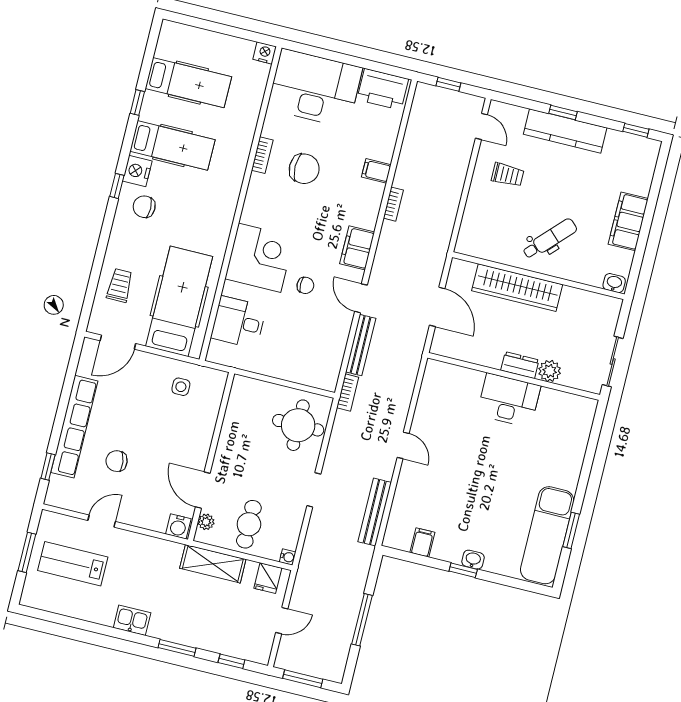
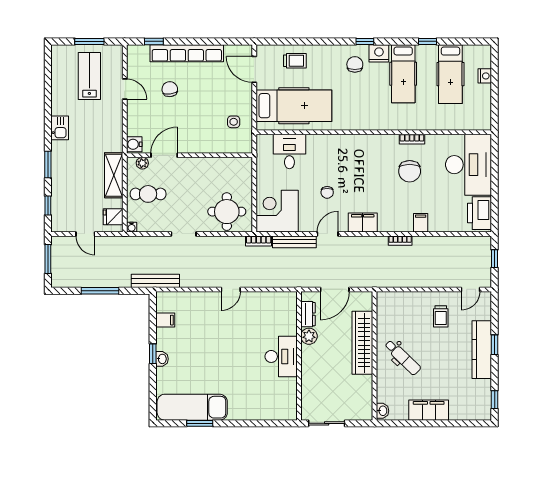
nightstand: (265, 53) -> (485, 76), moved
corner desk: (260, 258) -> (277, 211), moved, turned 180
dresser: (520, 365) -> (308, 314), moved
plant: (550, 371) -> (309, 336), moved
bench: (375, 512) -> (155, 281), moved

